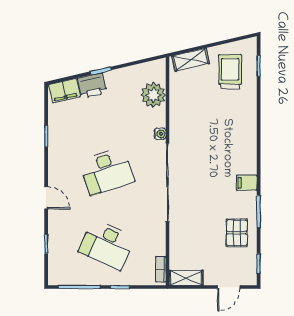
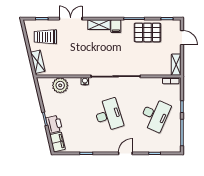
double door: (259, 111) -> (71, 19), added
shelving: (249, 156) -> (99, 25), added
pallet: (237, 233) -> (147, 32), width x1.50, depth x1.42

